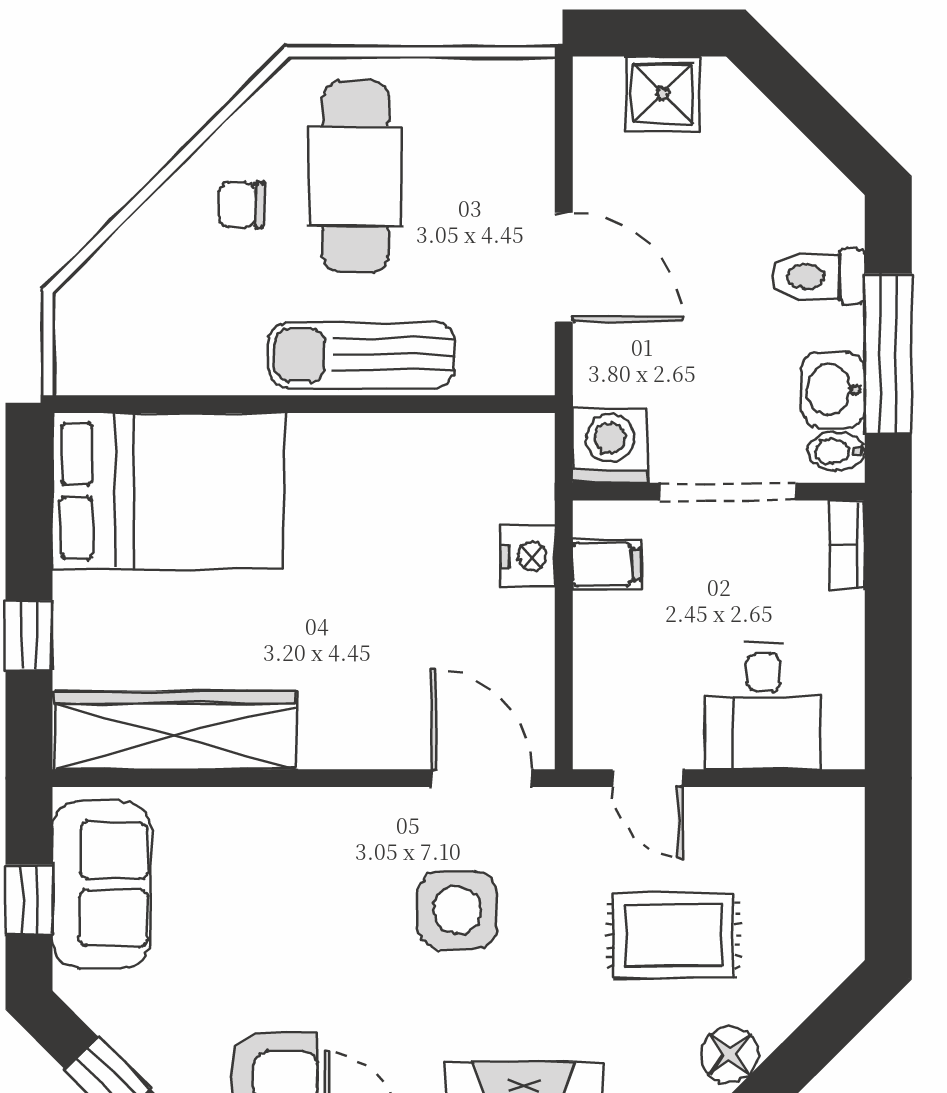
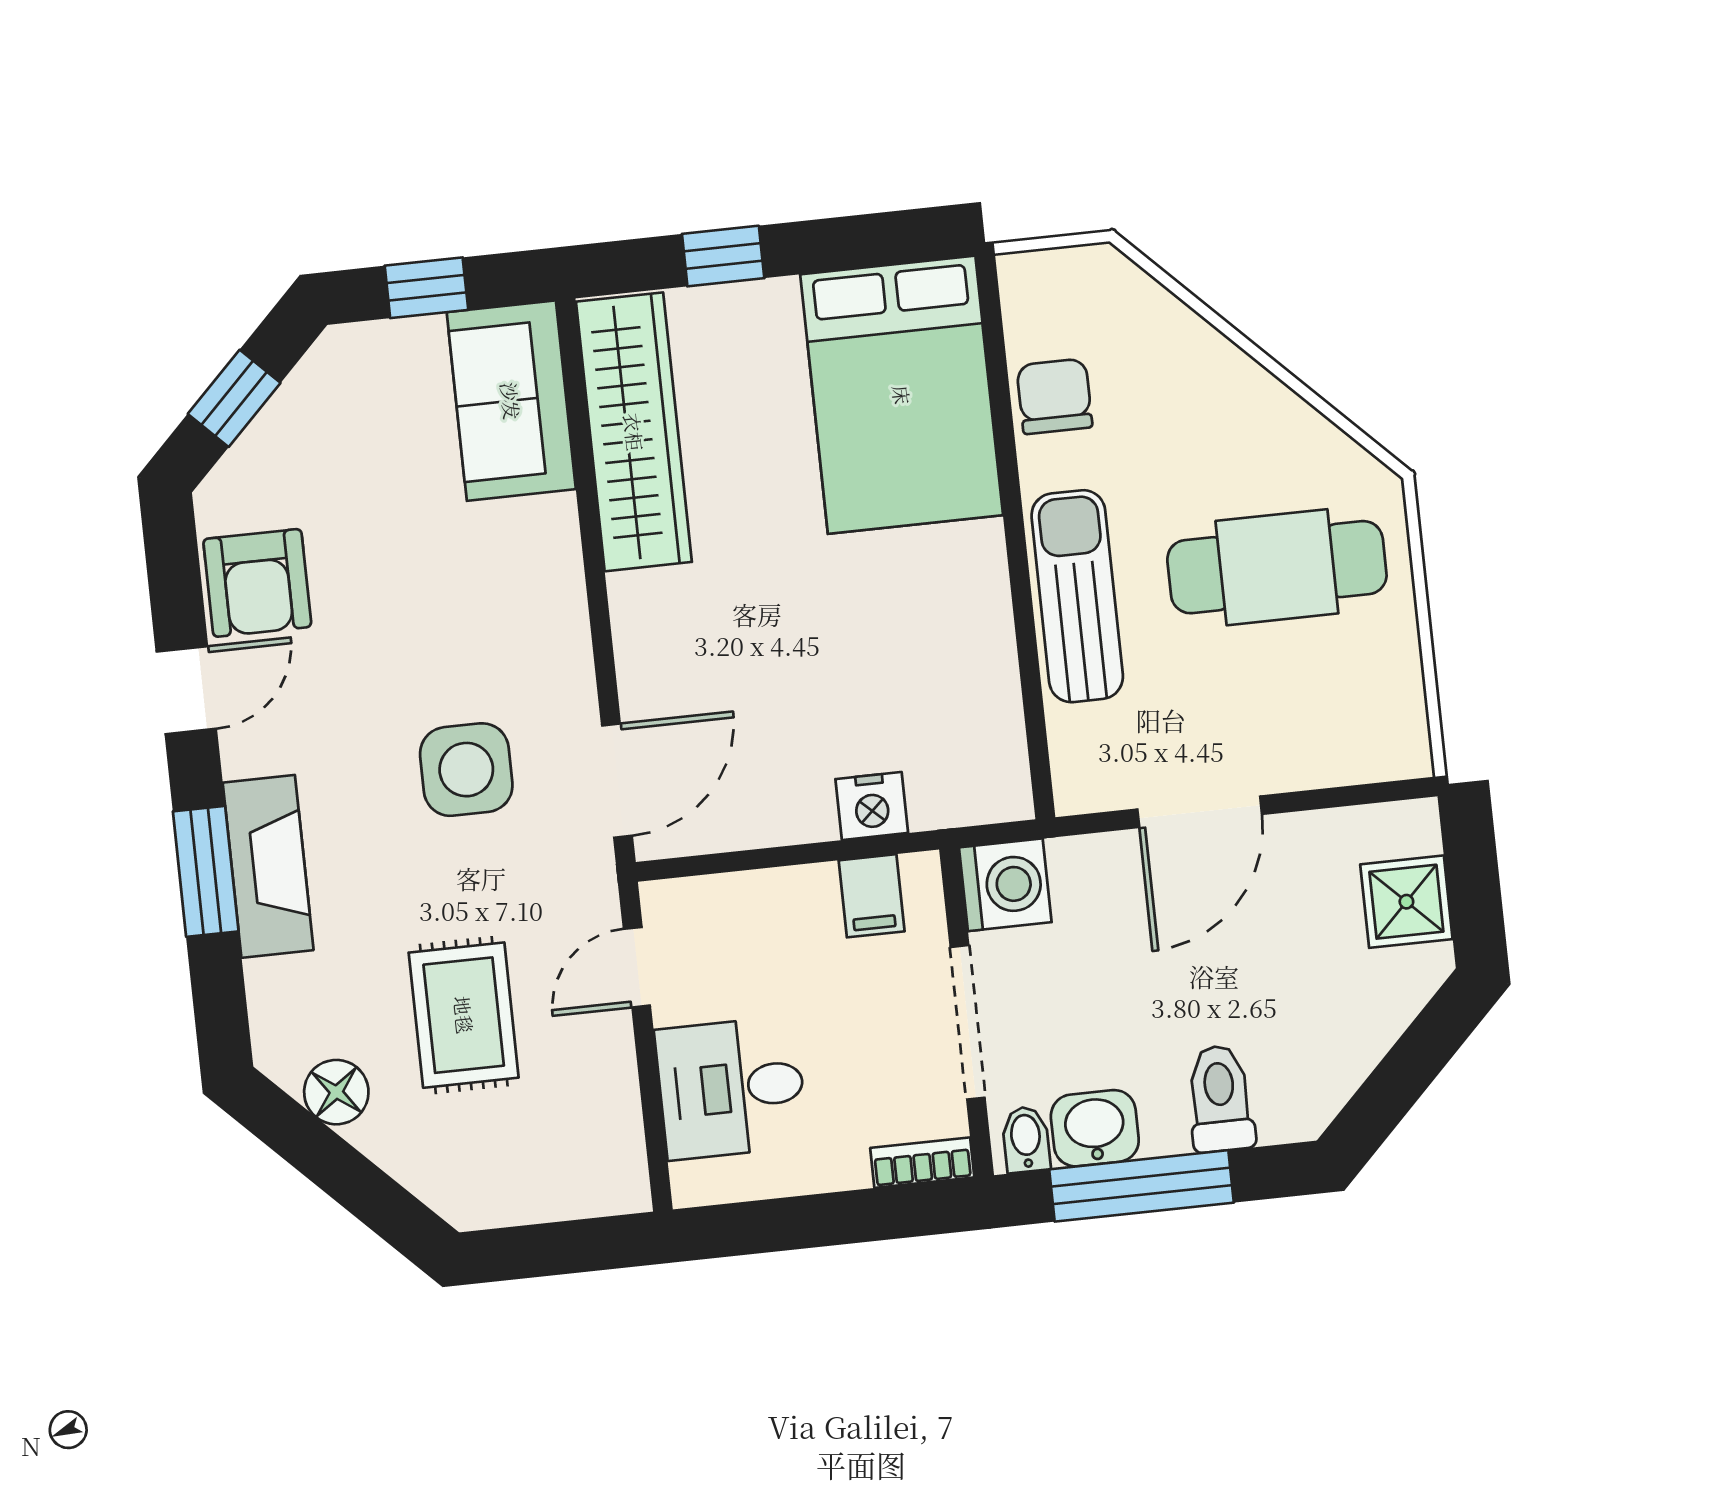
chair: (241, 205) -> (1054, 396), moved, width x1.37, depth x1.37
sofa: (101, 884) -> (511, 401), moved, turned 90

